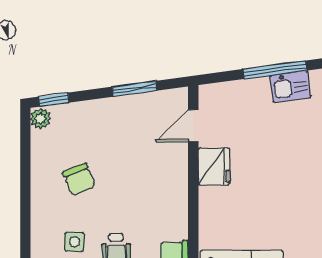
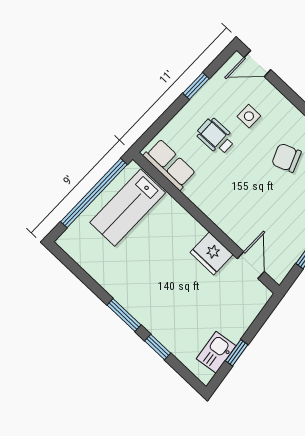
window: (275, 70) -> (237, 353), width x0.46

